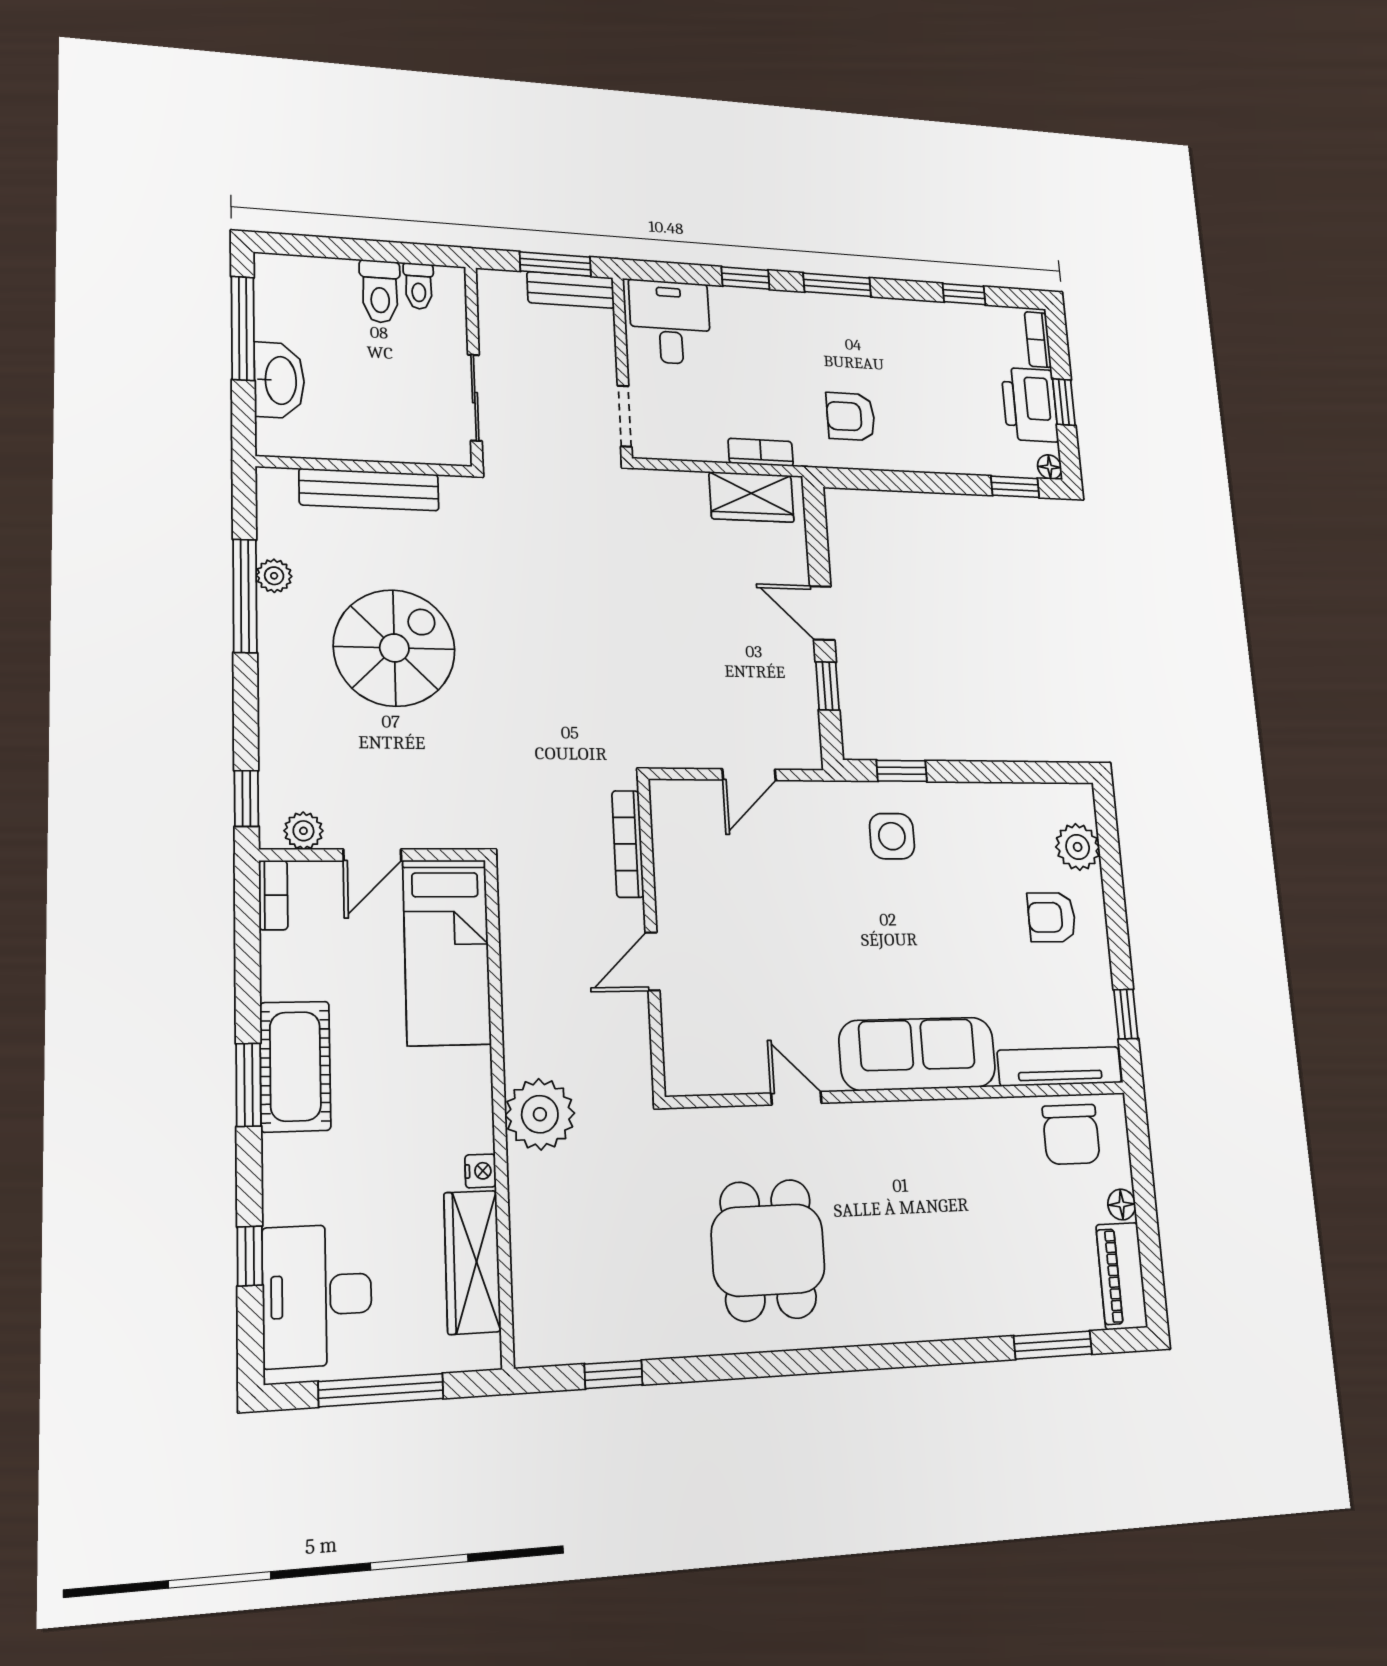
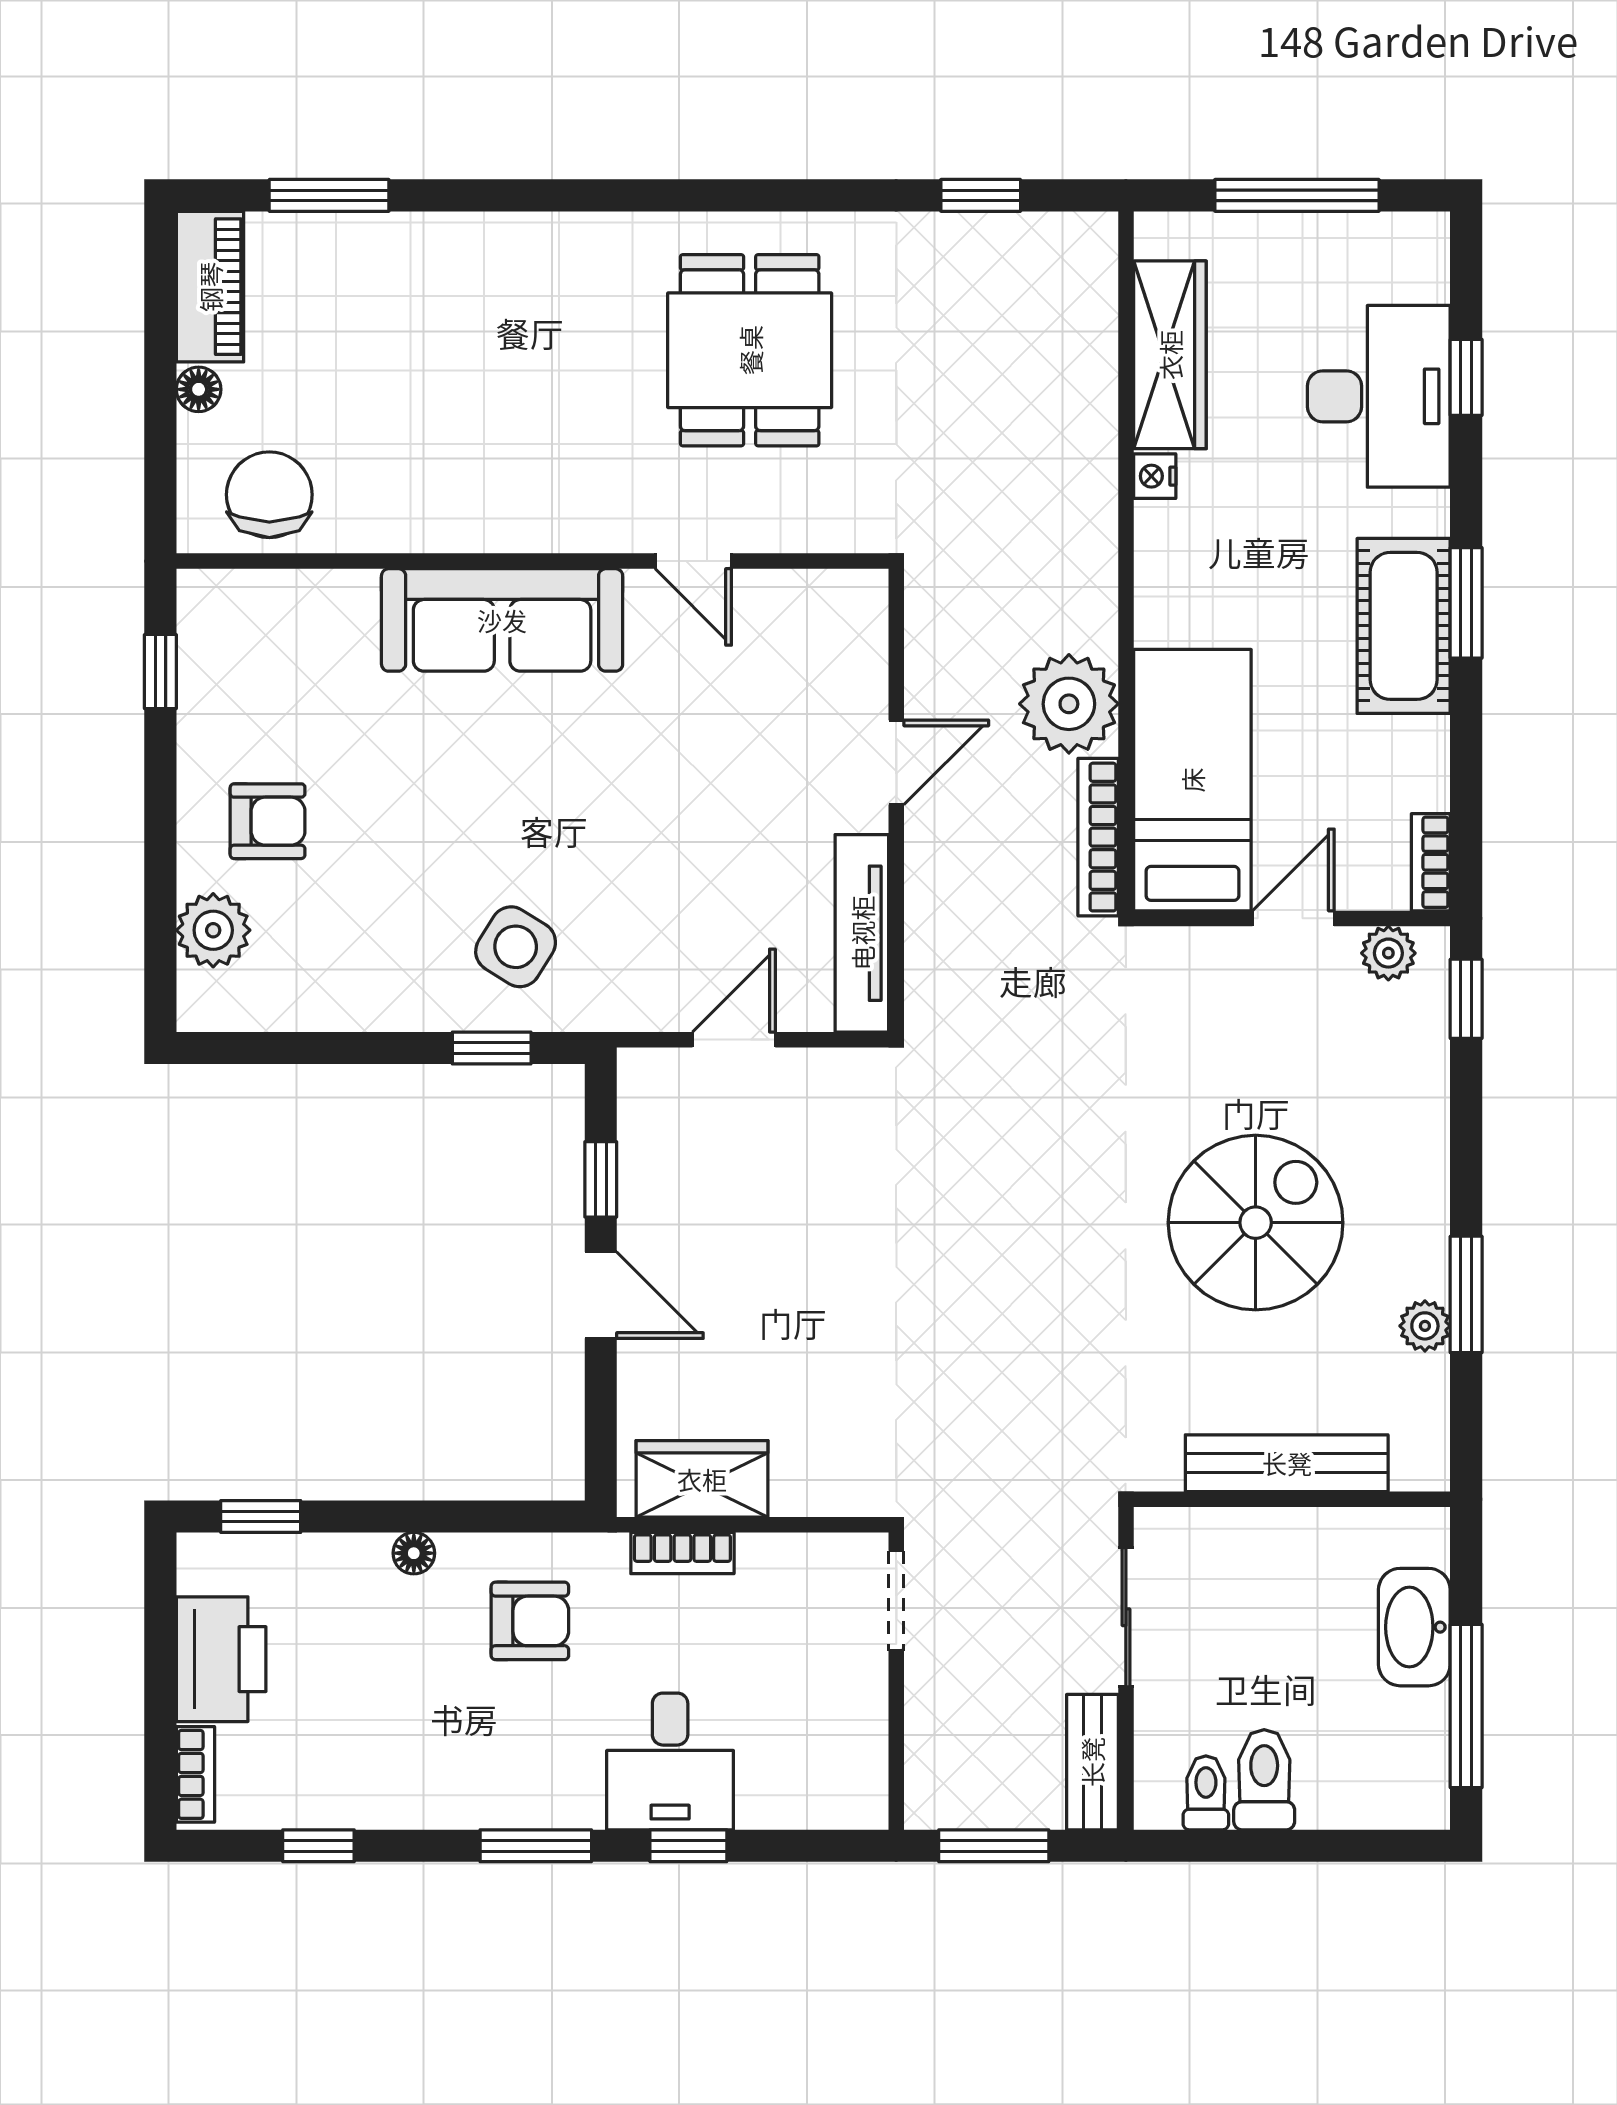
bench: (571, 290) -> (1092, 1762), moved, turned 90
desk: (670, 322) -> (670, 1761), moved
window: (1064, 402) -> (160, 1667), removed
floor lamp: (1050, 467) -> (414, 1553), moved
window: (245, 596) -> (1466, 1294), width x0.69
spiral stairs: (394, 648) -> (1256, 1223), turned 180
side table: (892, 836) -> (516, 947), turned 32
bookcase: (628, 844) -> (1098, 837), moved, turned 180
tv unit: (1060, 1066) -> (862, 933), moved, turned 90
plant: (540, 1114) -> (1069, 704), moved
desk: (317, 1295) -> (1379, 396), moved

